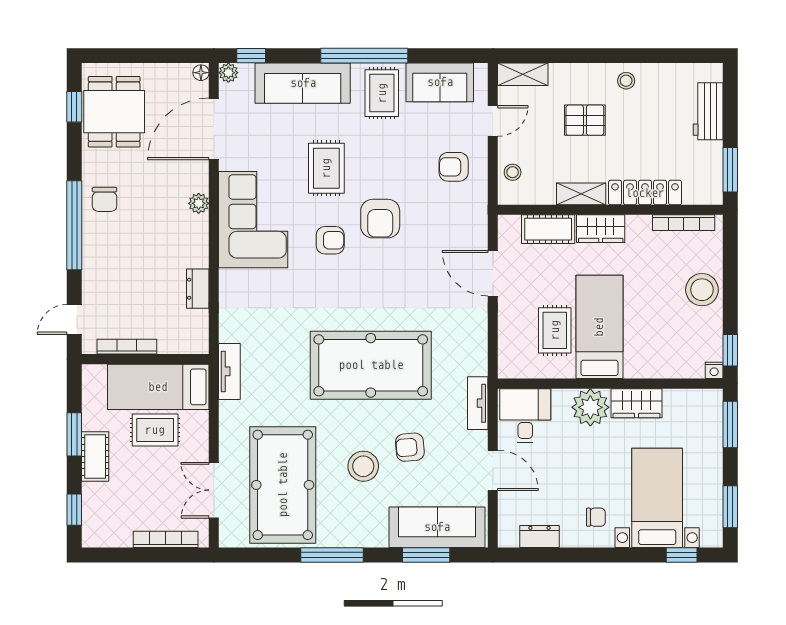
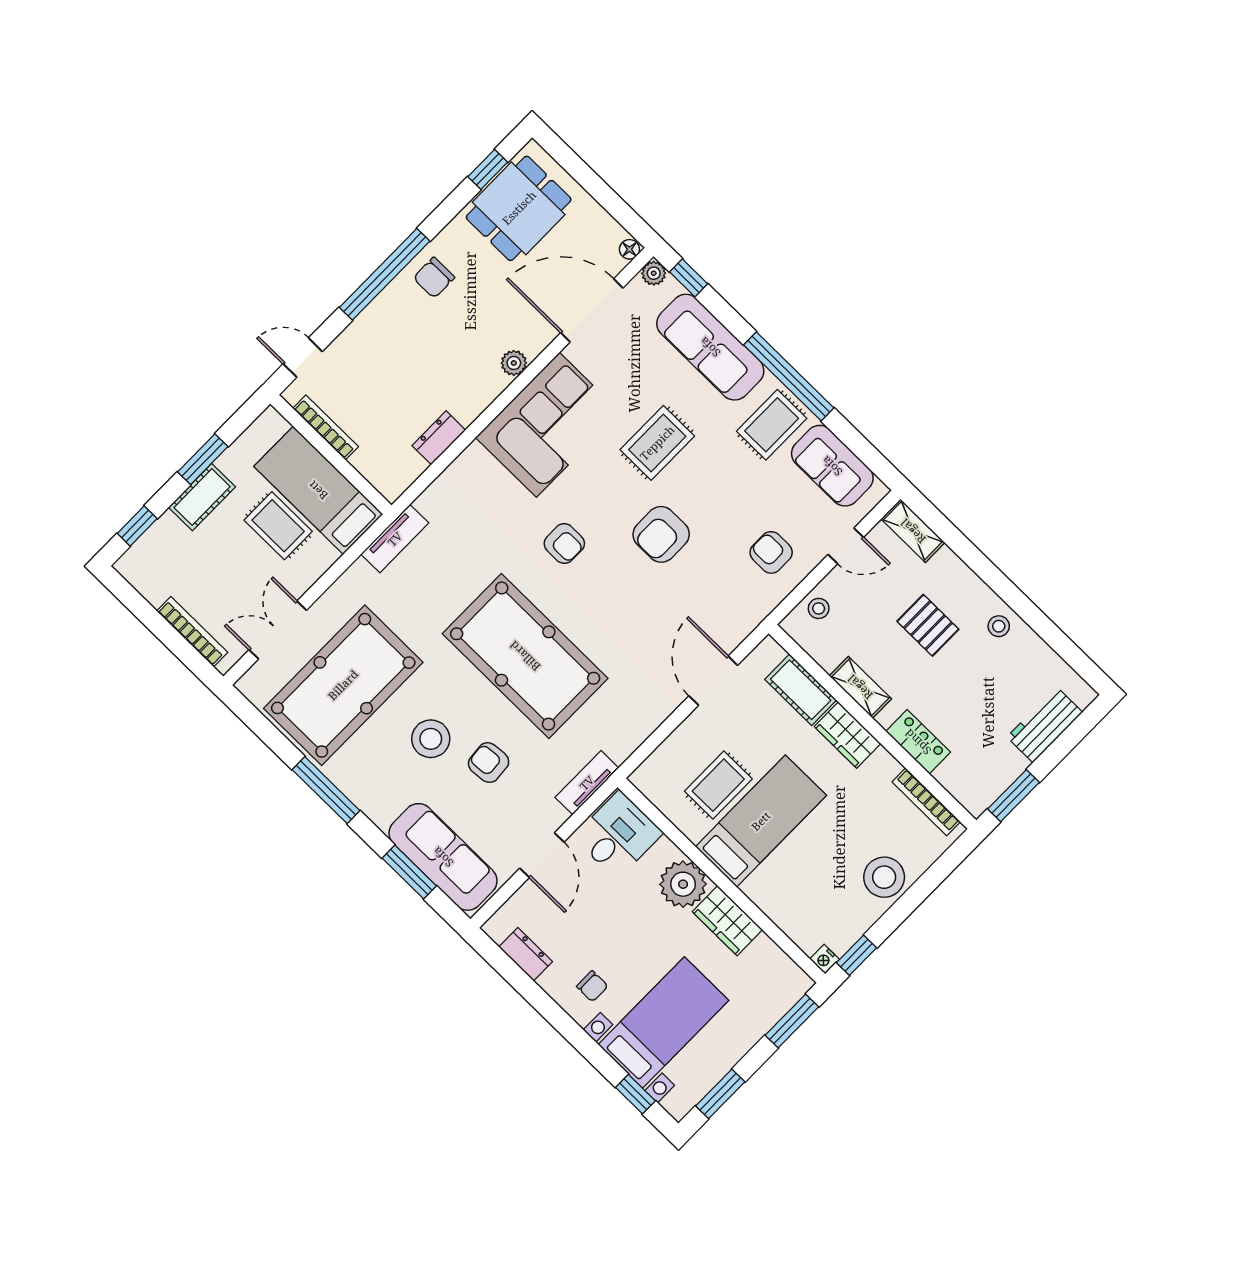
locker: (645, 193) -> (918, 742), width x0.66
armchair: (330, 240) -> (564, 544), moved

